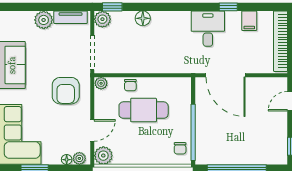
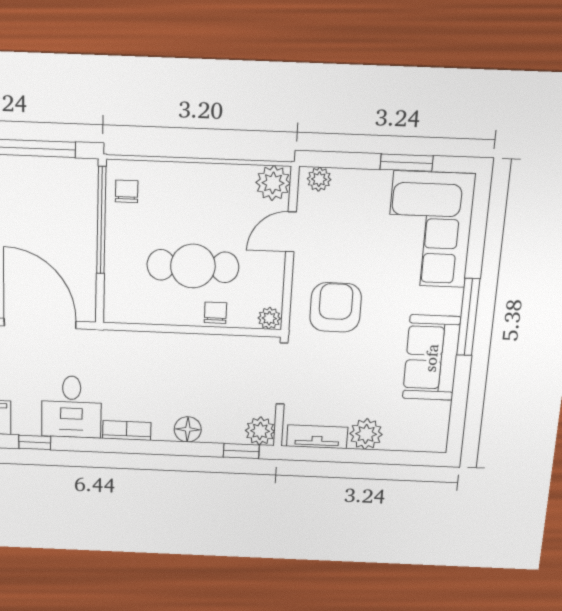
bookcase: (177, 16) -> (127, 430), added
floor lamp: (67, 160) -> (344, 178), removed

